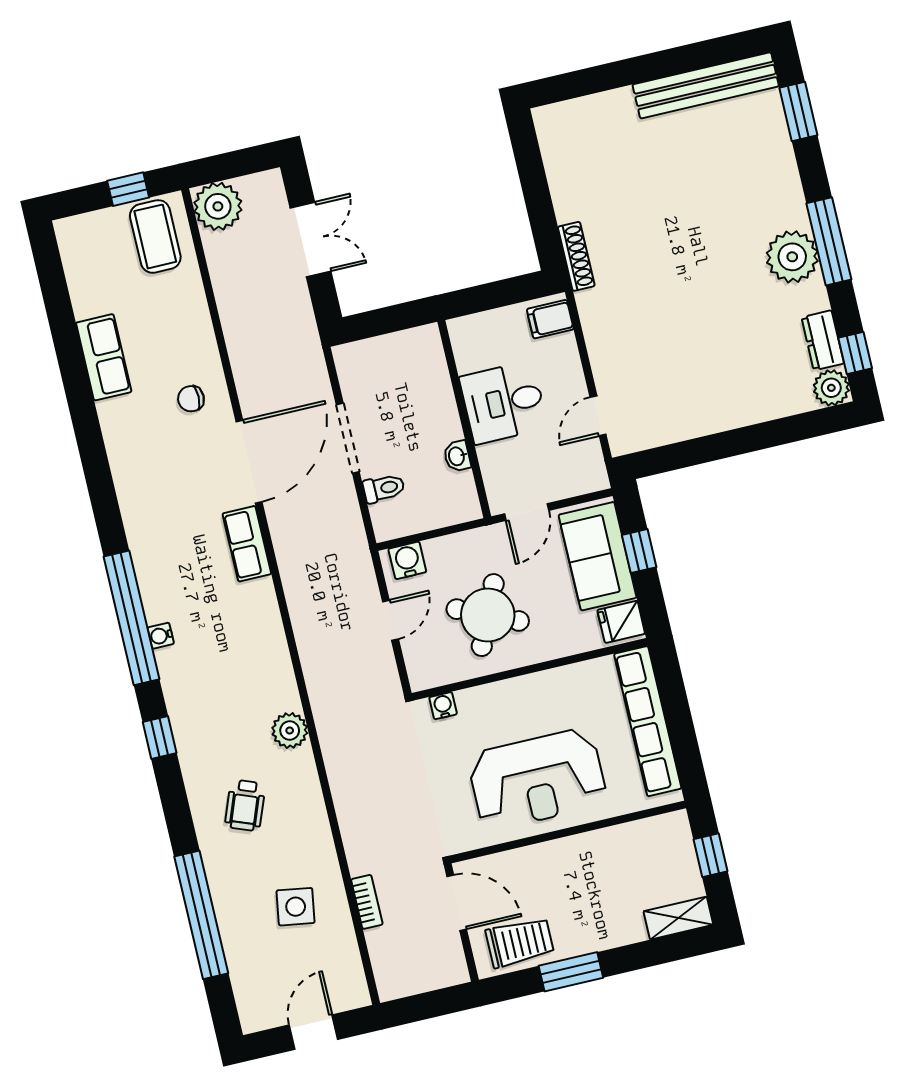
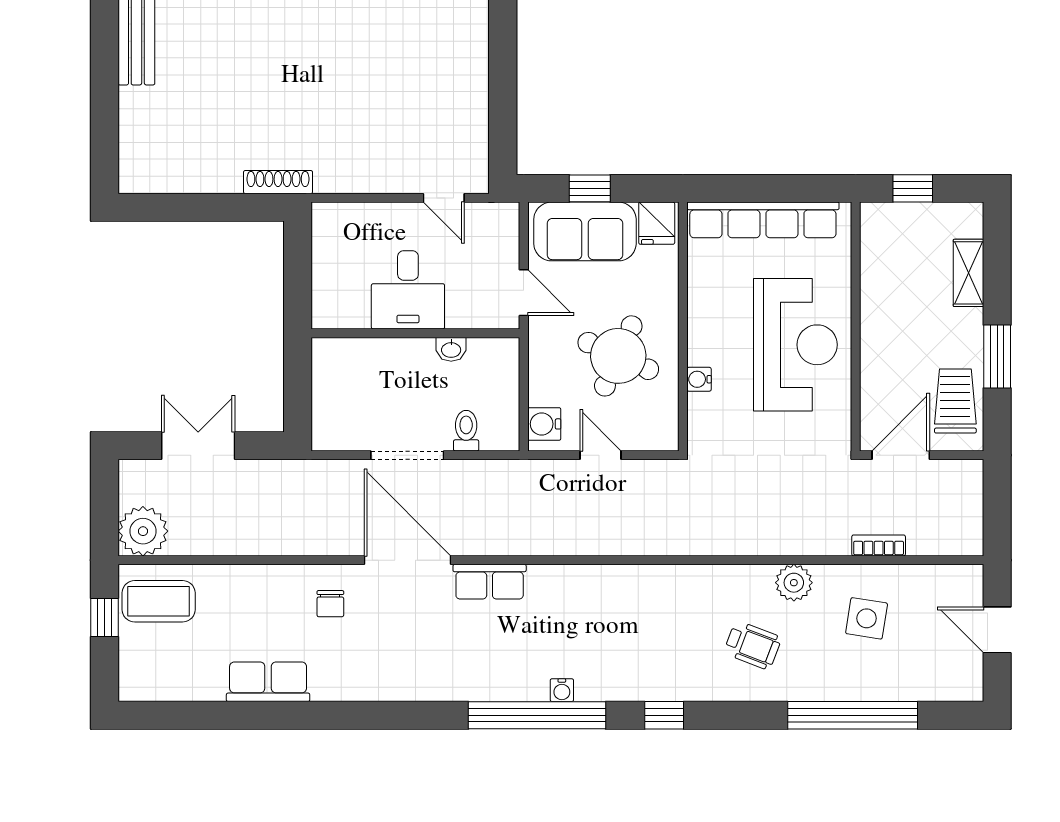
filing cabinet: (550, 319) -> (335, 223), removed
water cooler: (443, 706) -> (699, 379), moved
plant: (290, 730) -> (794, 583), moved
shelving: (678, 918) -> (968, 273), moved

